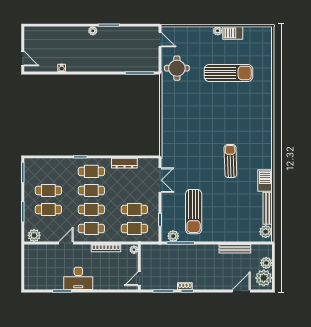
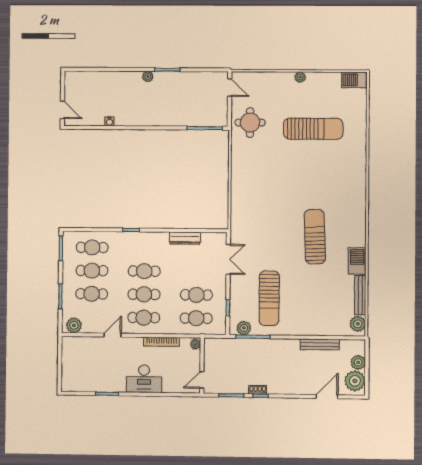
barbecue: (233, 33) -> (354, 80), moved
sun lounger: (230, 161) -> (315, 237), width x1.36, depth x1.34
cafe table: (91, 171) -> (92, 247), moved
desk: (78, 278) -> (144, 379), moved

